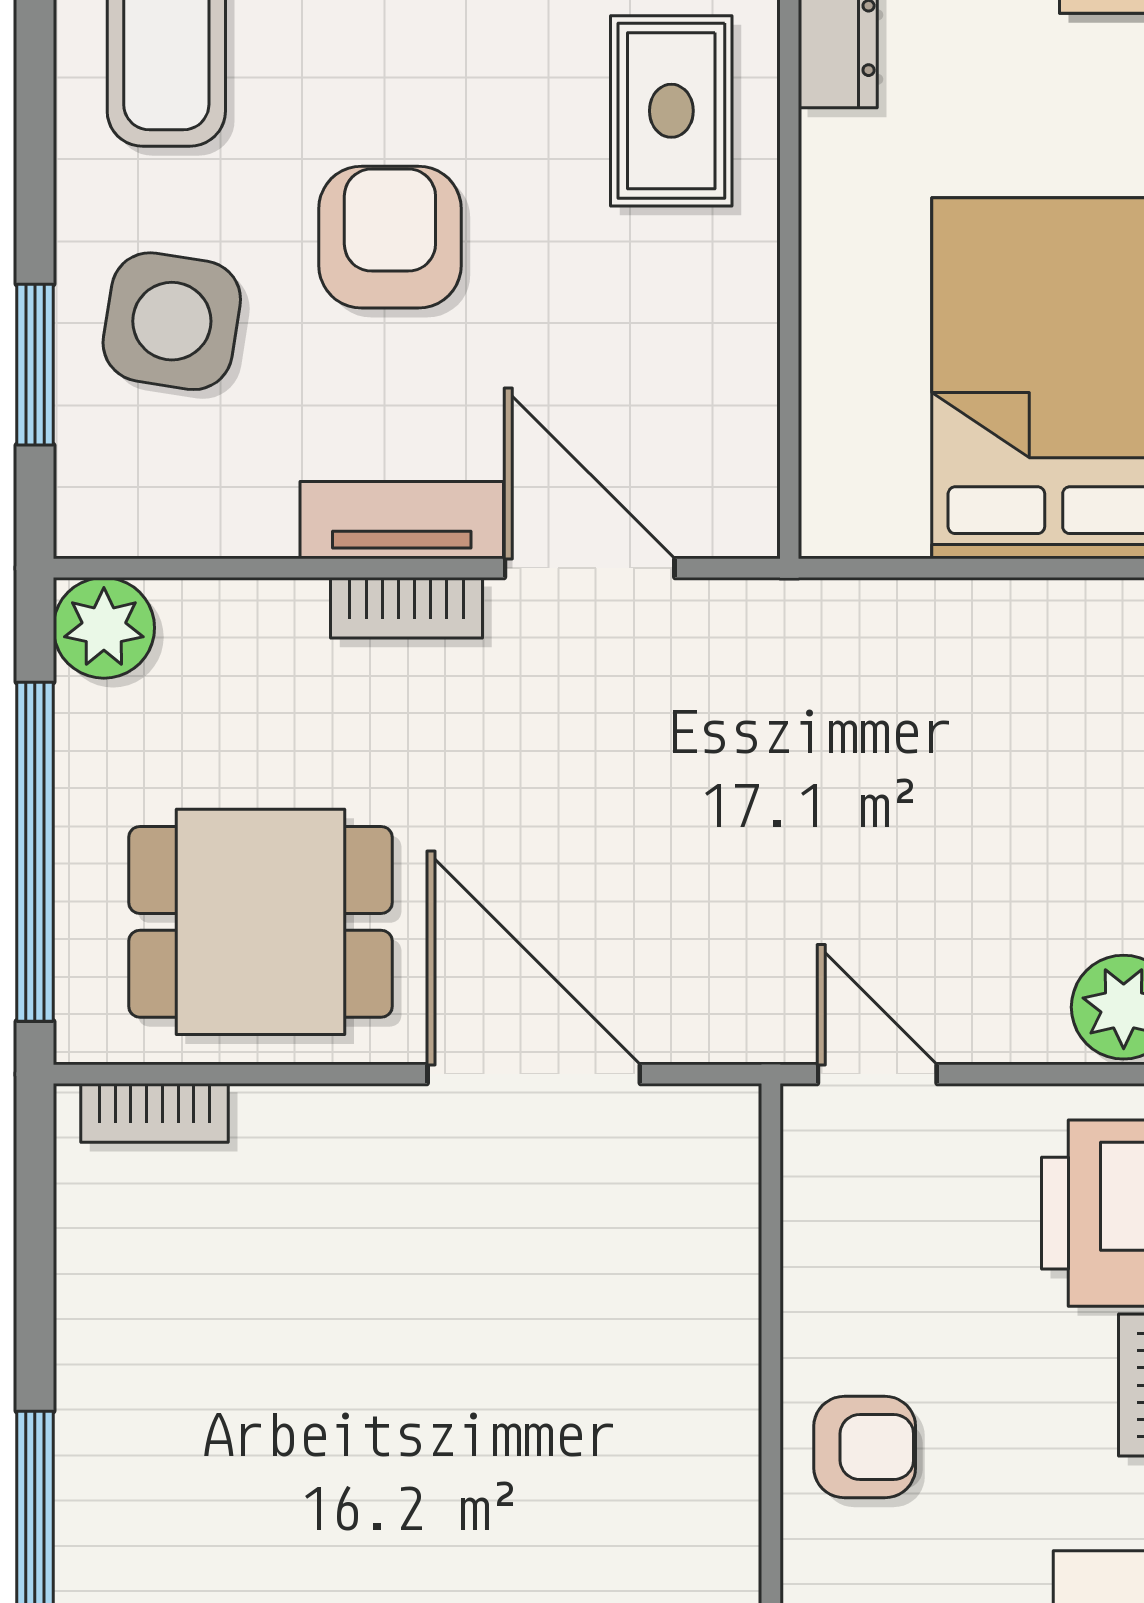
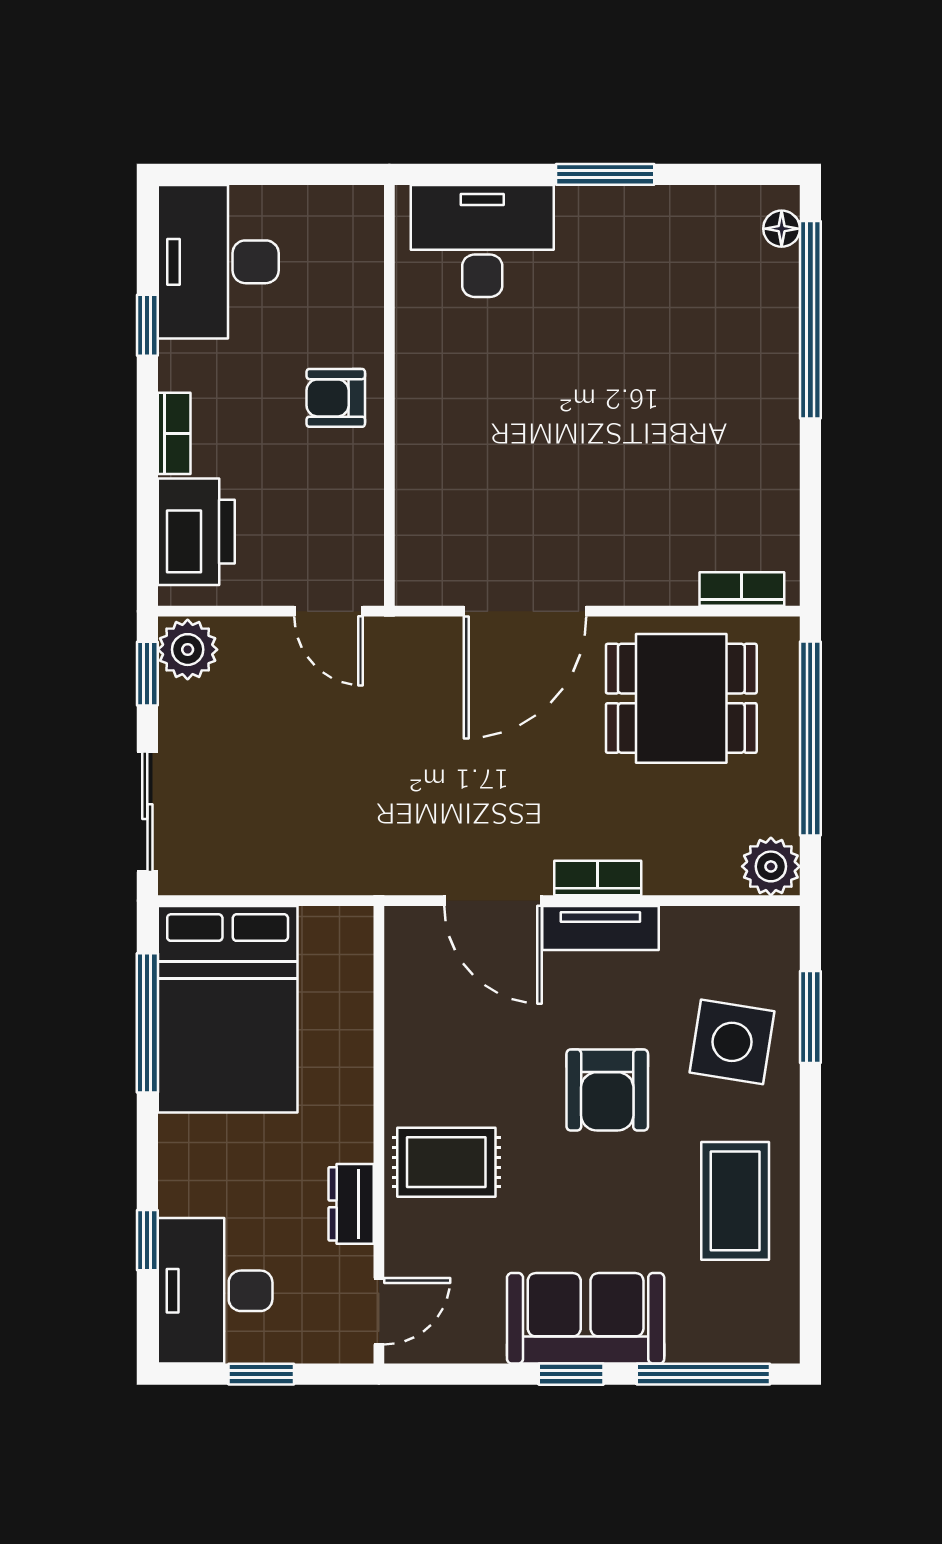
rug: (671, 111) -> (446, 1162), turned 90
door: (534, 1074) -> (525, 611), hinge flipped

